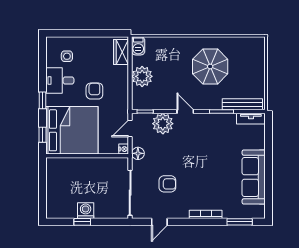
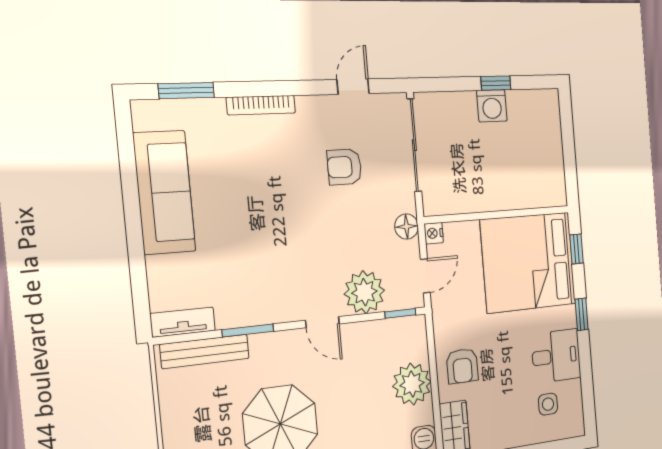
armchair: (94, 91) -> (462, 366), moved

